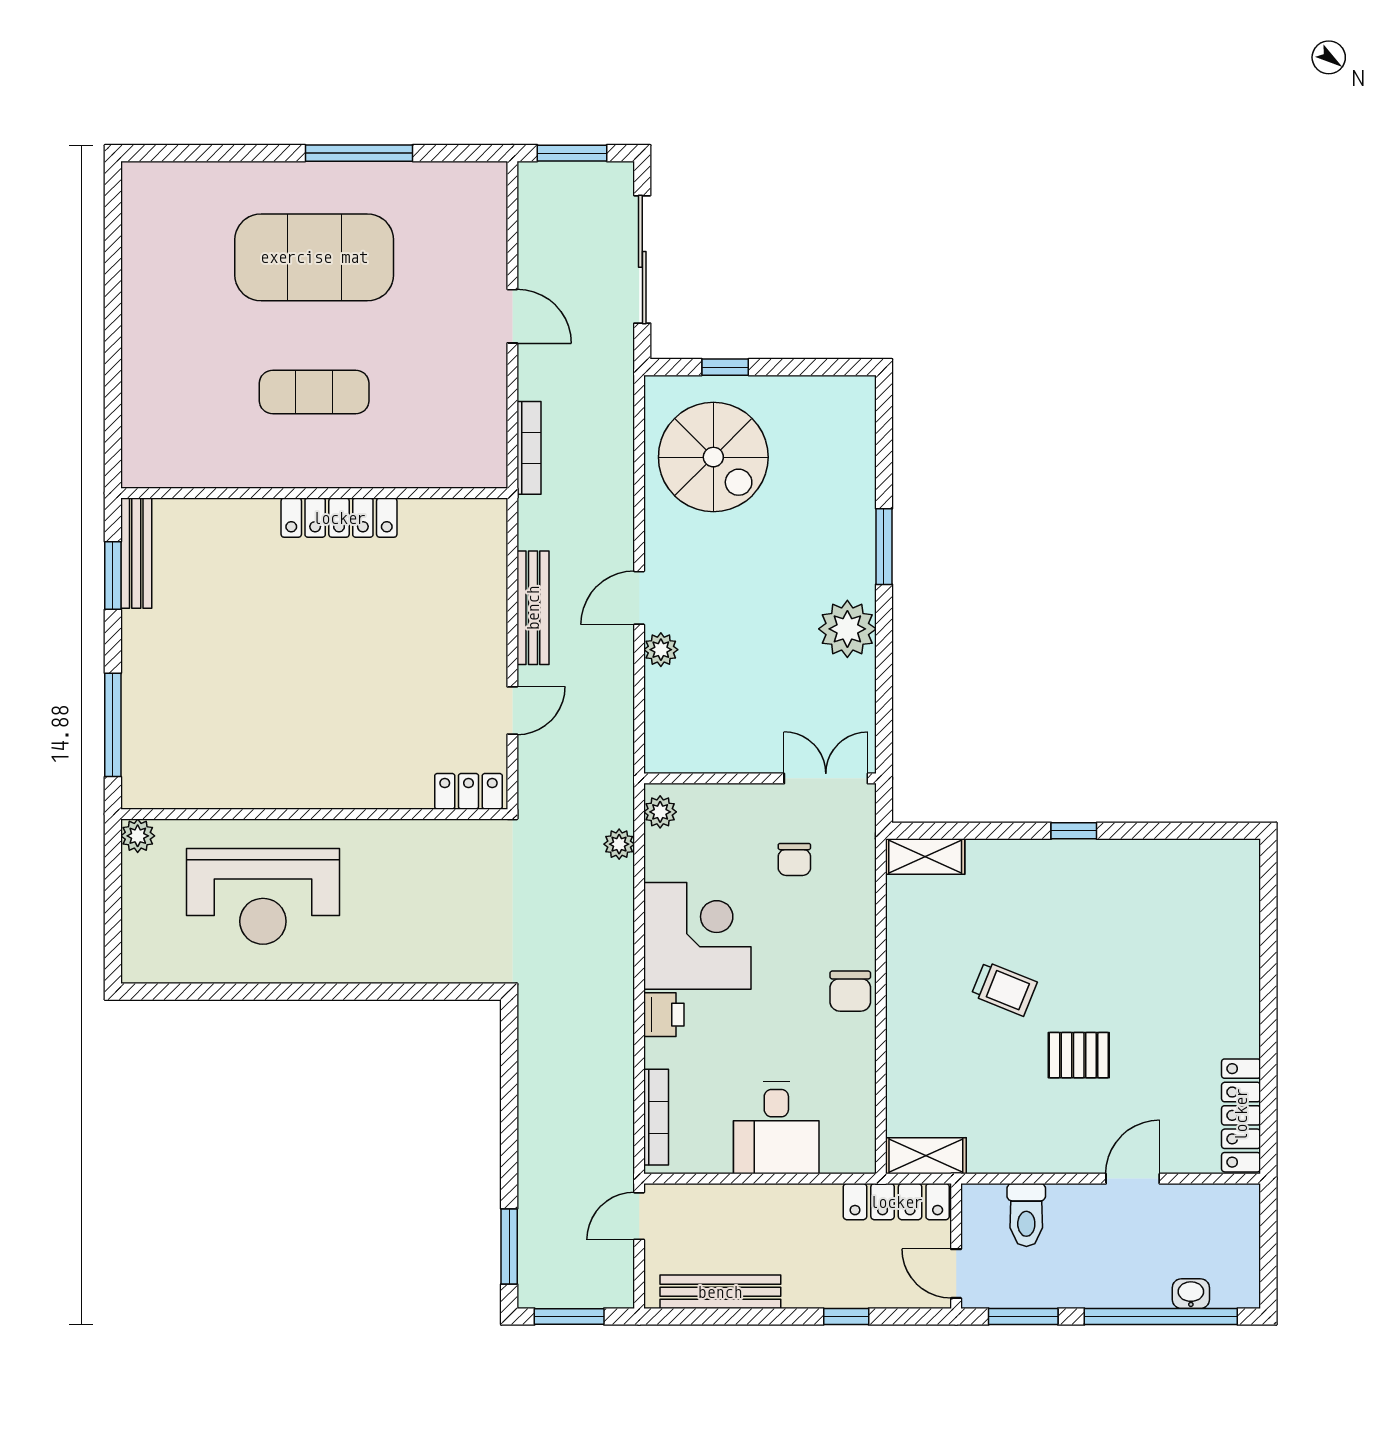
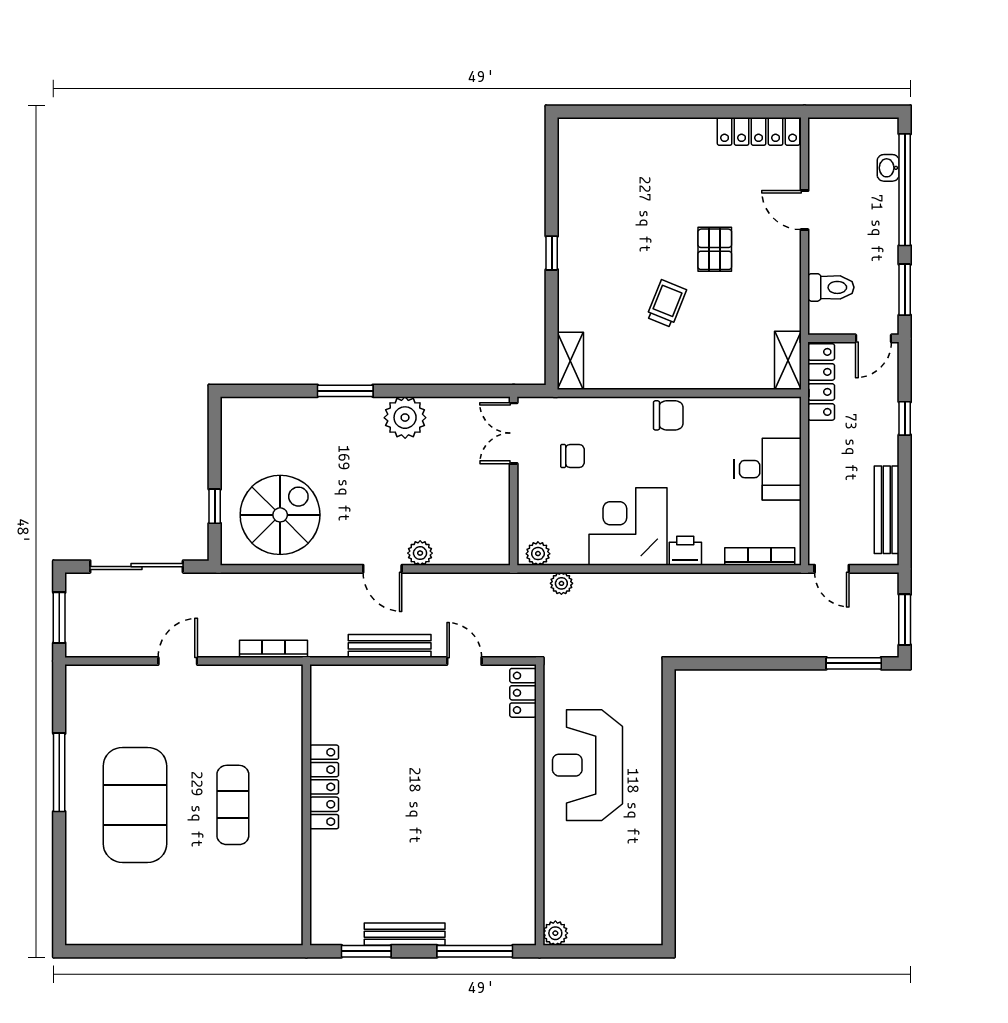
bench: (136, 553) -> (405, 934), moved
reception desk: (263, 896) -> (588, 765), moved, turned 180

